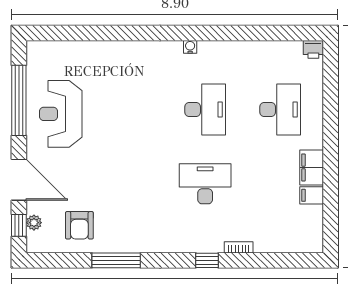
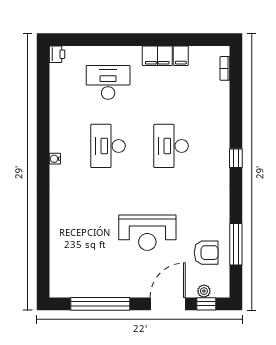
desk: (205, 109) -> (108, 146), turned -90
reception desk: (61, 114) -> (147, 233), moved
bookcase: (239, 247) -> (225, 68), moved
window: (116, 260) -> (236, 244), moved
window: (207, 260) -> (236, 158), moved

